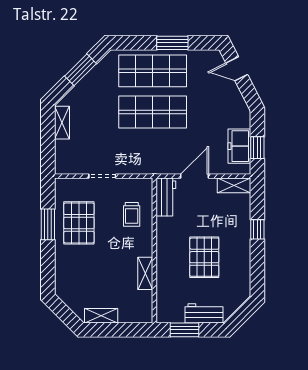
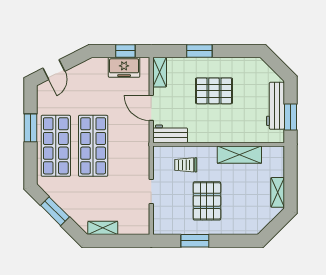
trolley: (132, 214) -> (186, 165), turned 180
pallet: (79, 223) -> (207, 201), moved, turned 90
window: (257, 229) -> (199, 51), width x1.50
pallet: (204, 257) -> (214, 91), moved
shelving: (145, 273) -> (239, 155), width x1.50, depth x1.33
workbench: (204, 313) -> (275, 106), width x1.38

